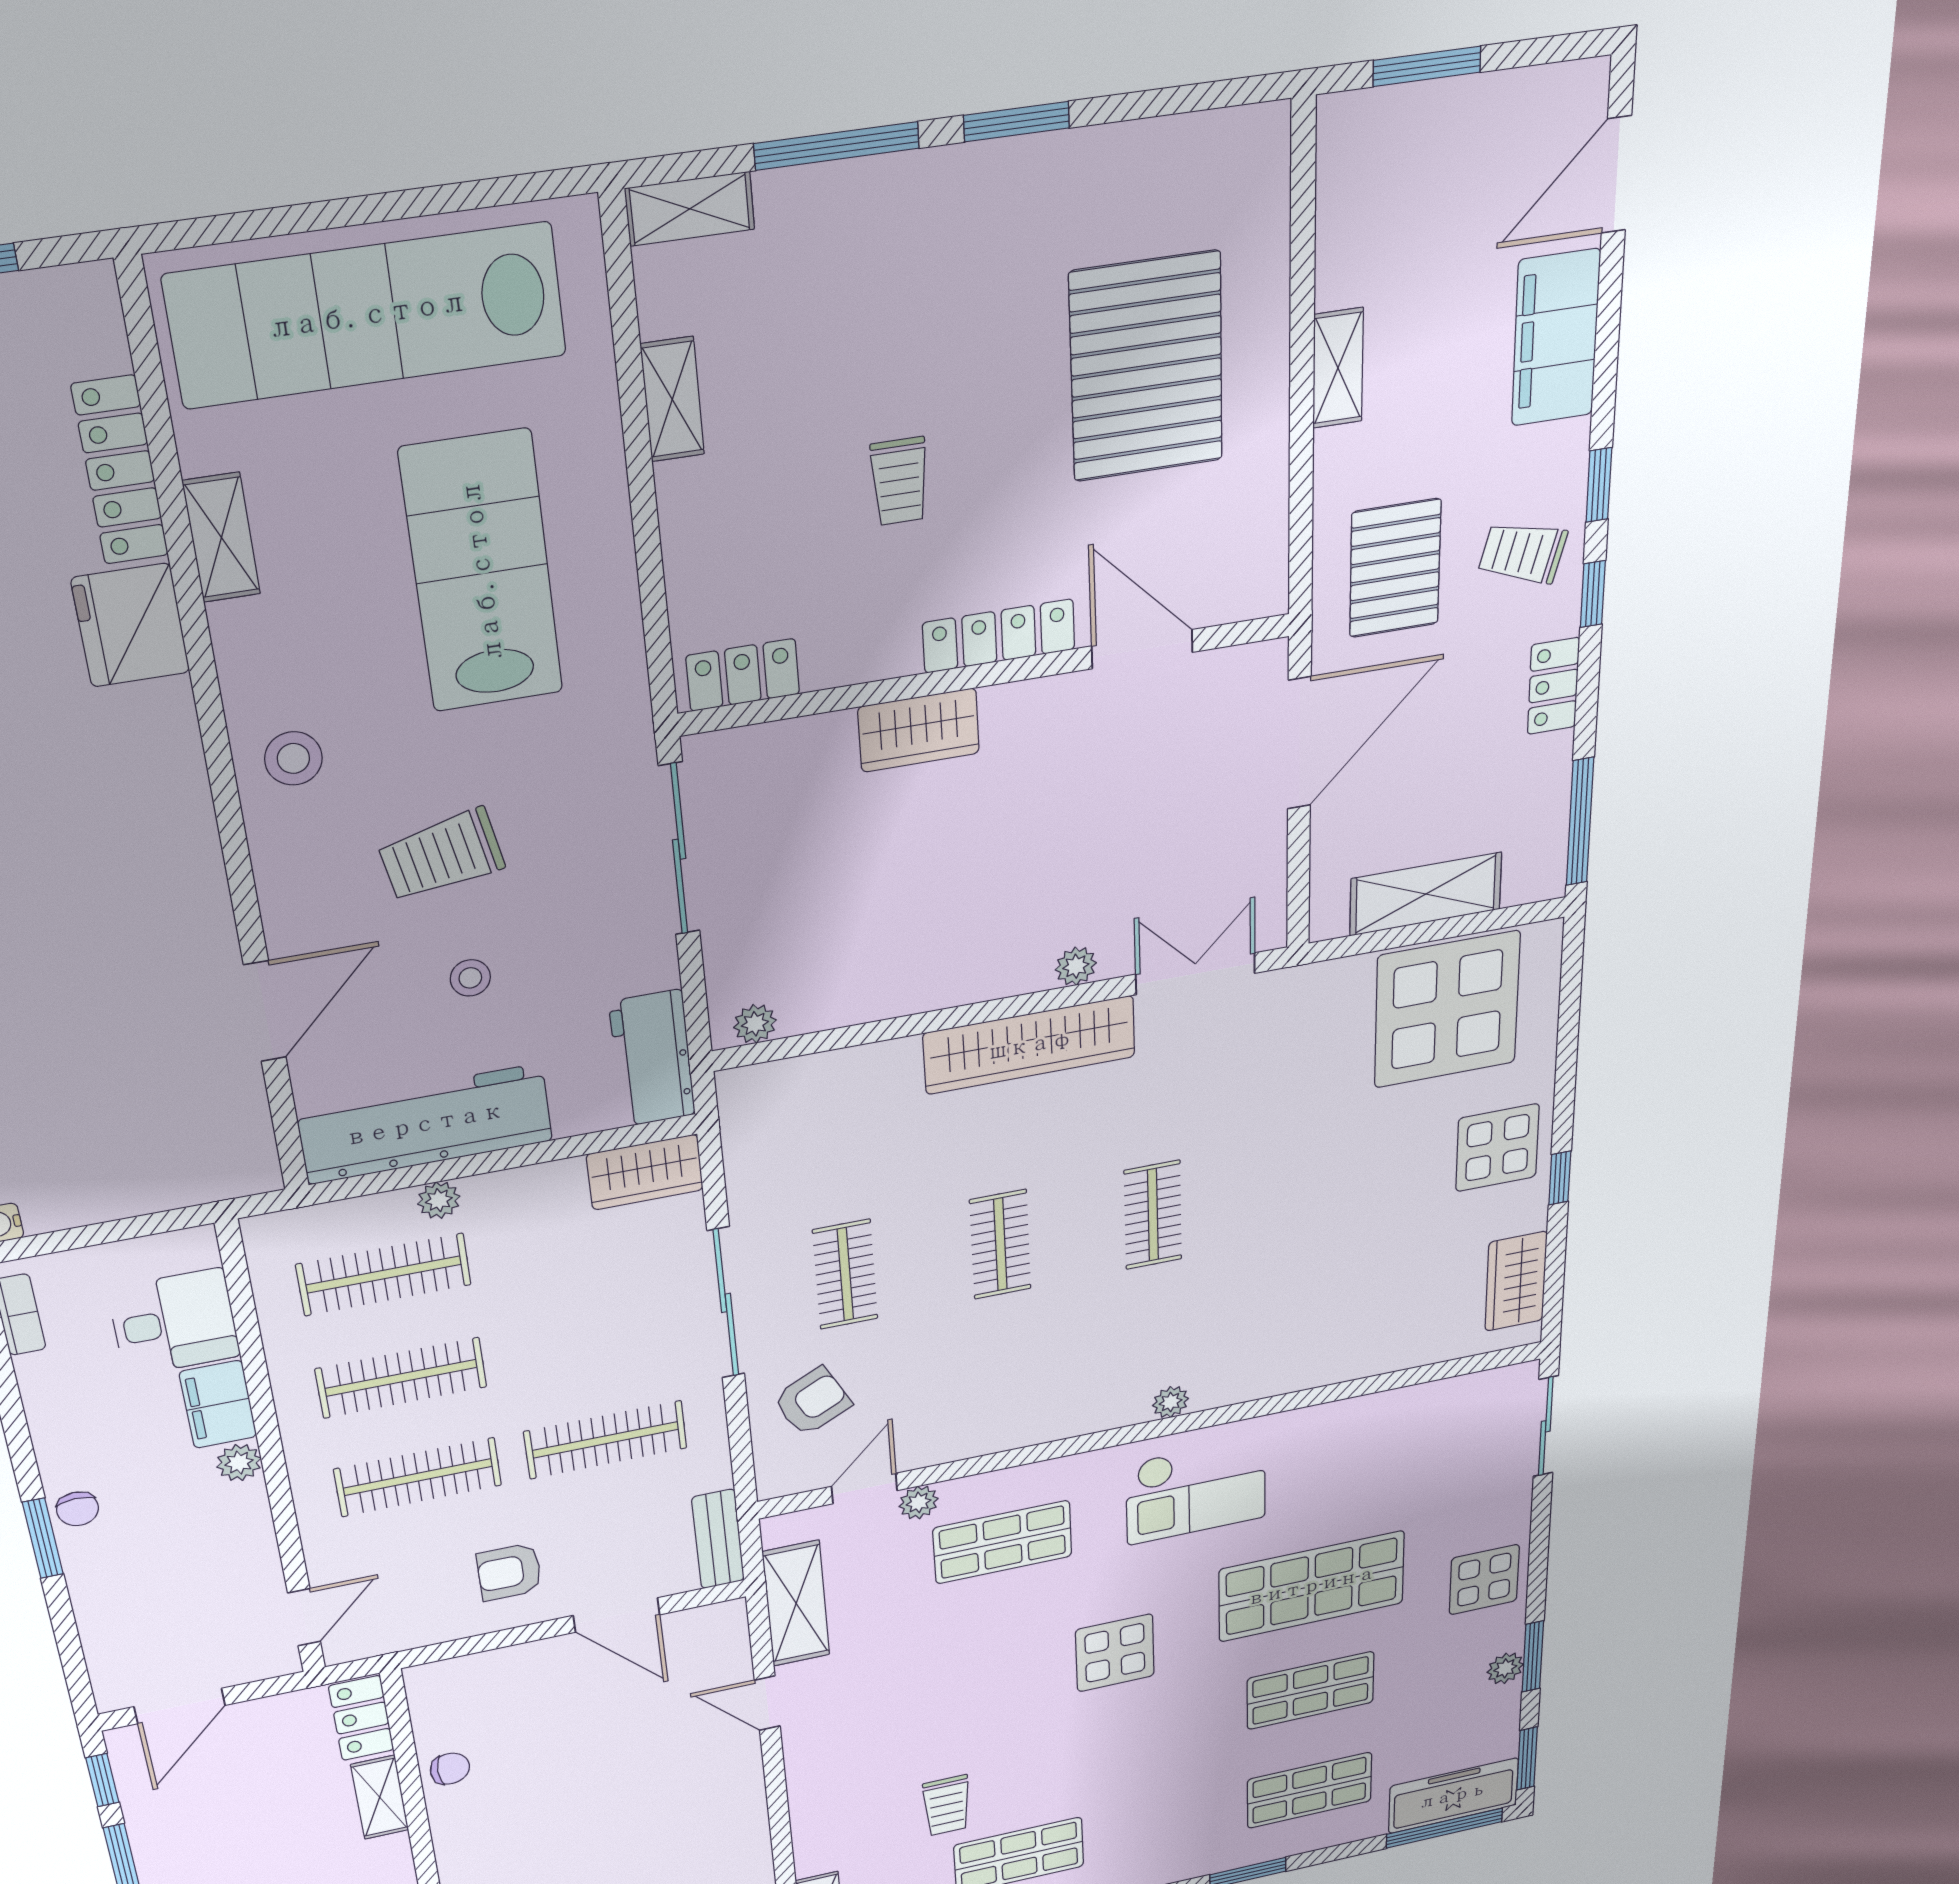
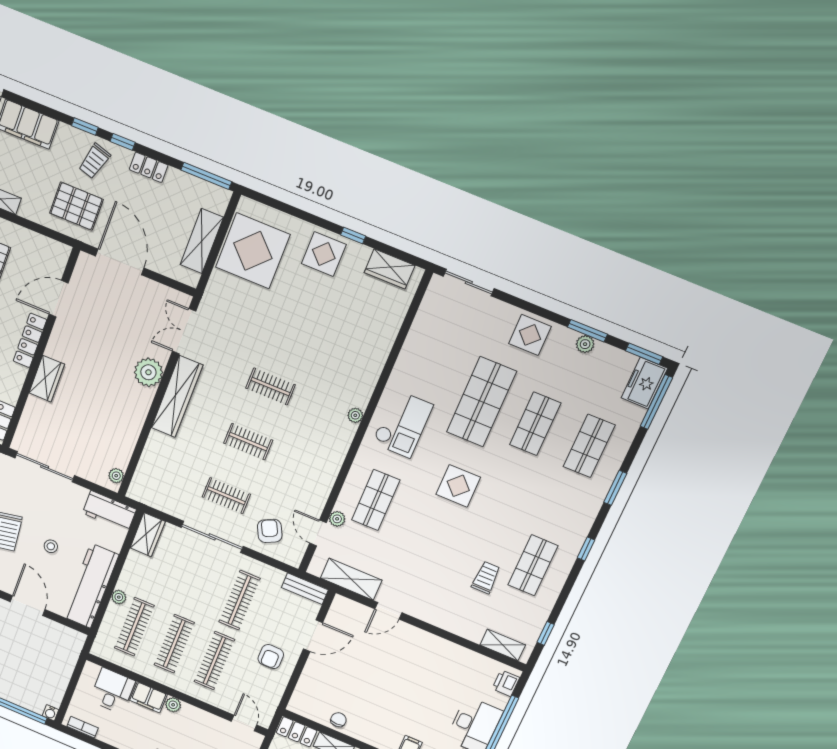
plant: (1076, 966) -> (148, 372), width x1.87, depth x1.87
freezer: (1453, 1796) -> (644, 383), width x0.71
trolley: (947, 1806) -> (486, 578), turned -90

